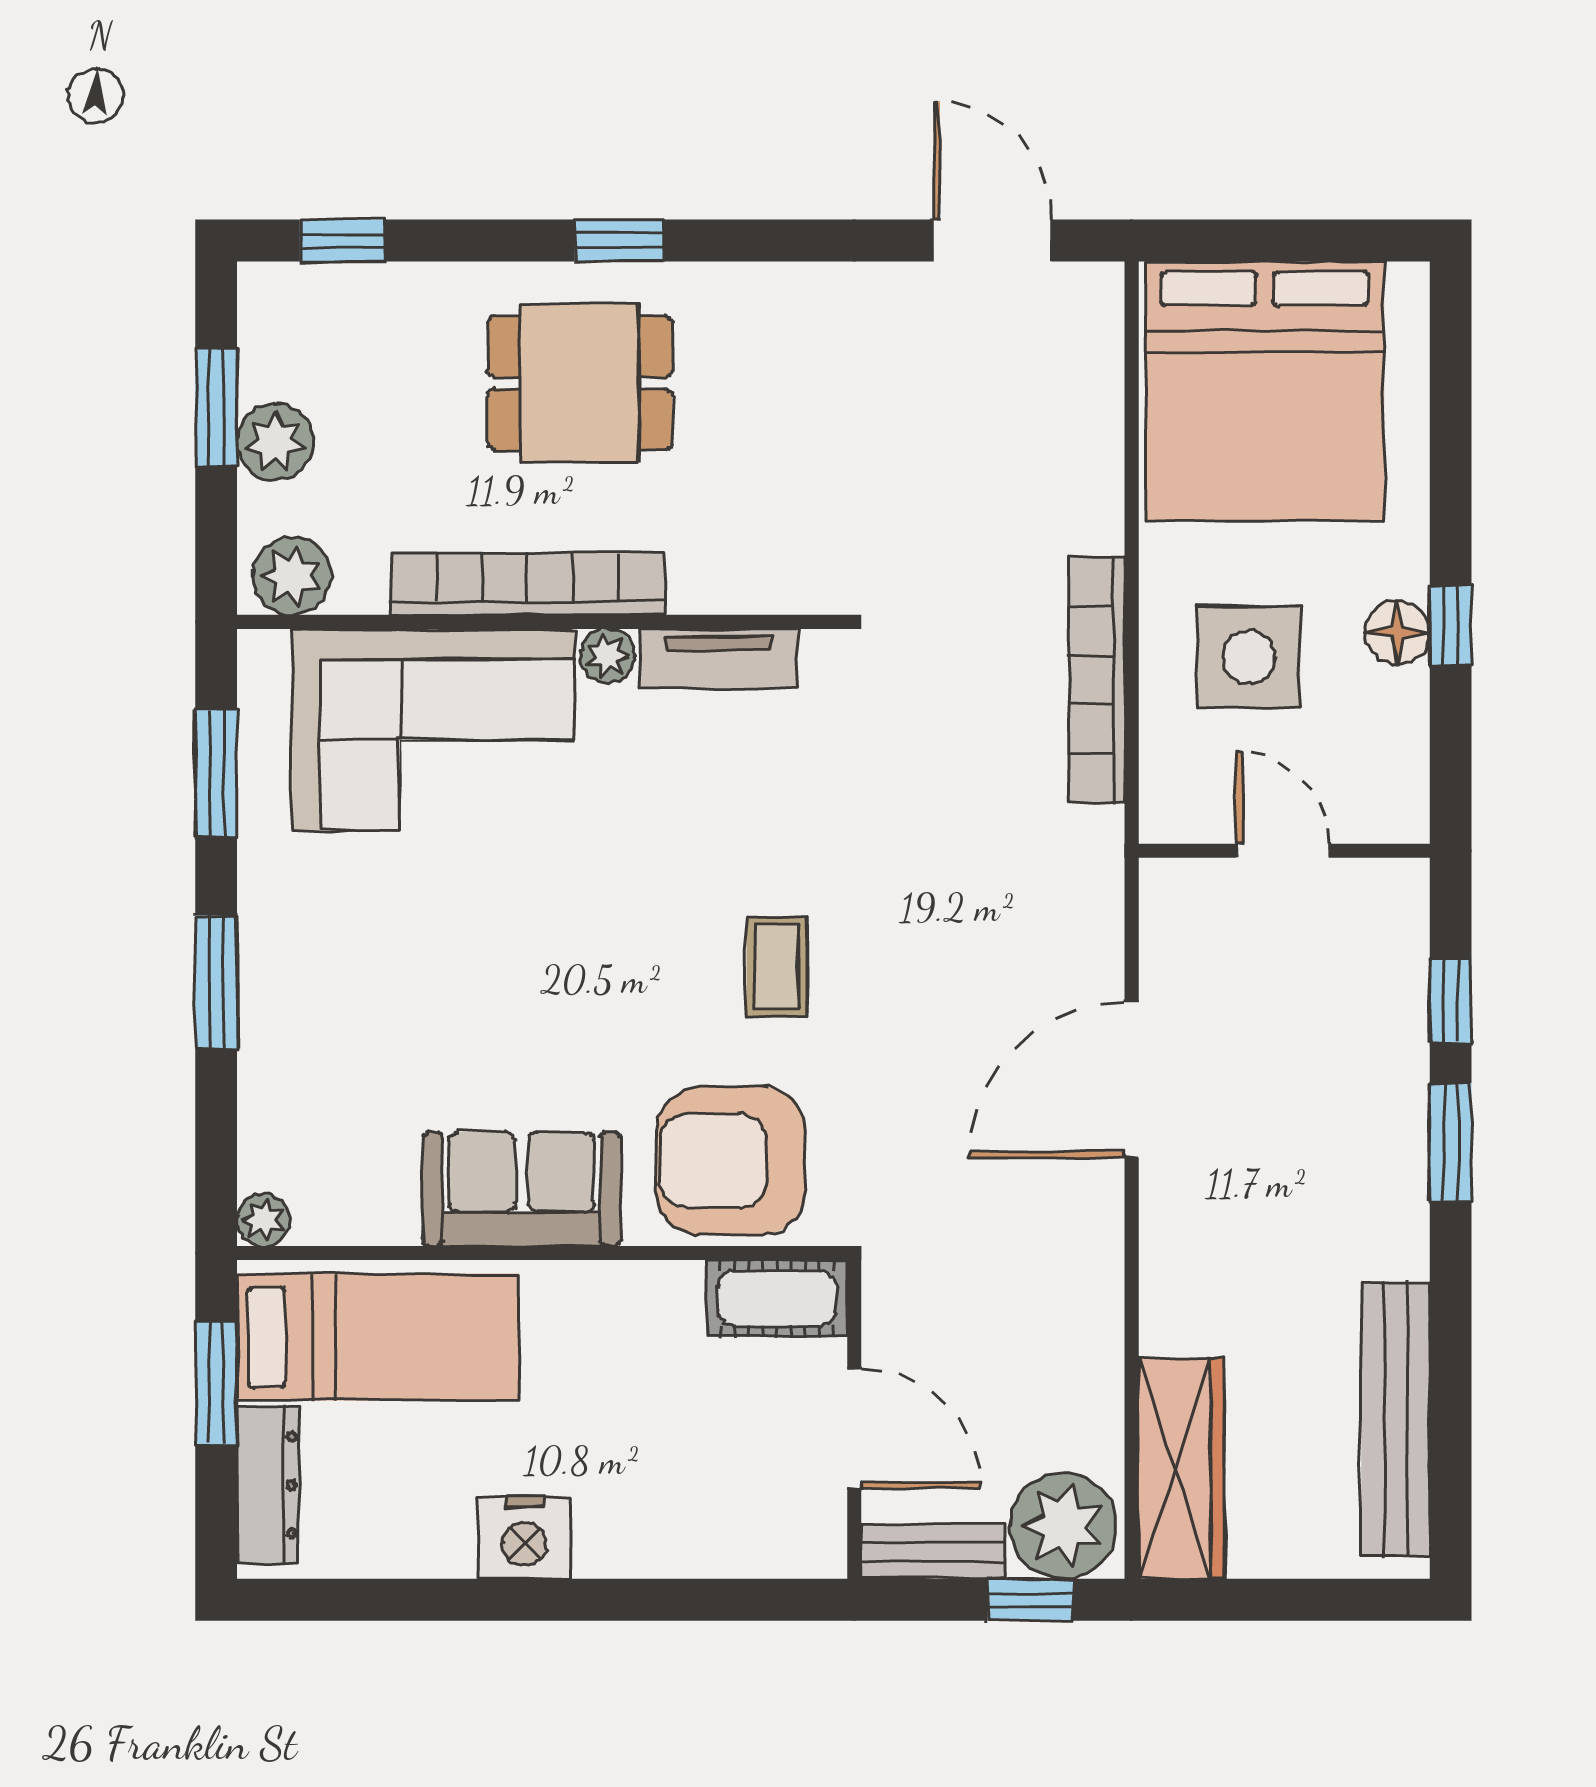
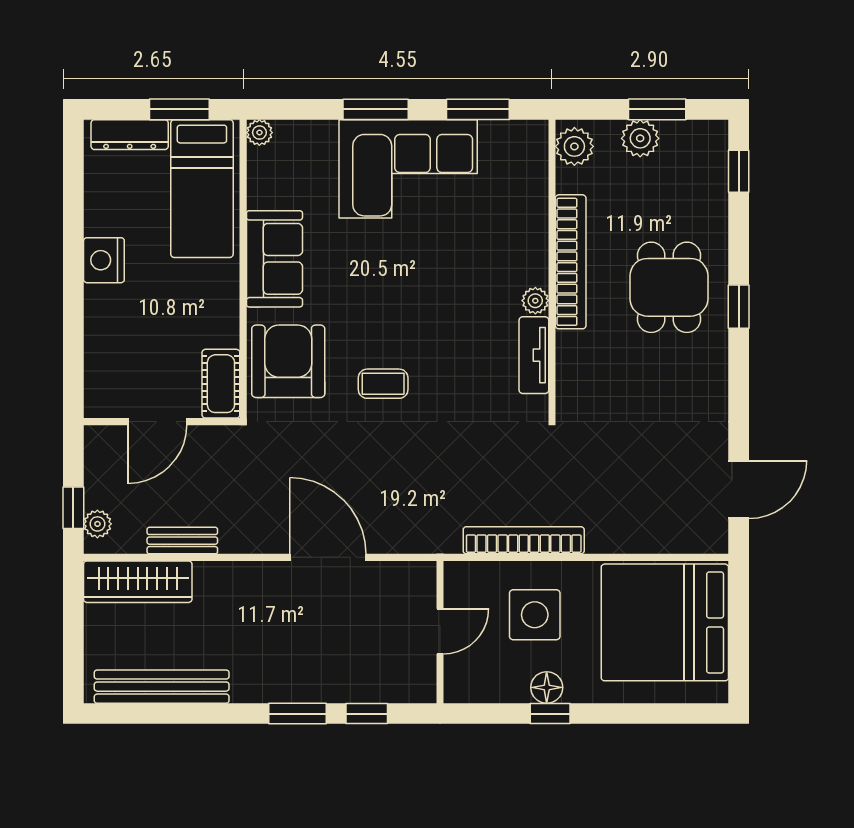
corner sofa: (433, 729) -> (408, 169), moved, turned -90
plant: (1063, 1526) -> (97, 524), width x0.53, depth x0.53
bench: (933, 1552) -> (182, 541), moved, turned 90

